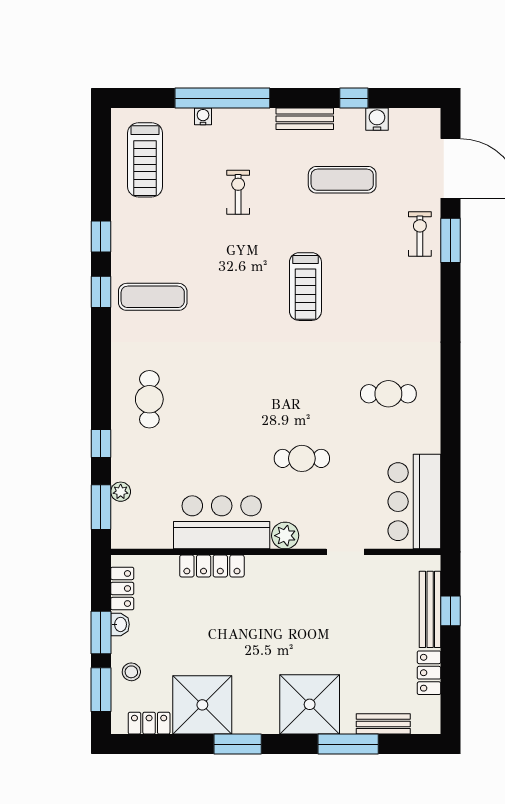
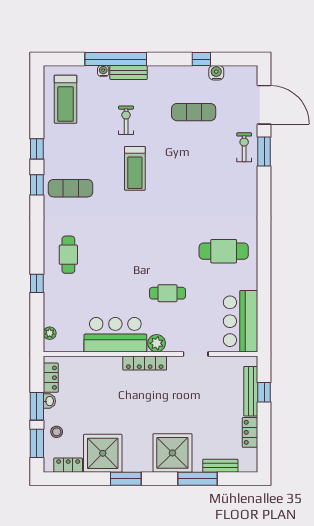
bench: (305, 119) -> (129, 73), moved
treadmill: (305, 287) -> (135, 168), moved
cafe table: (388, 394) -> (224, 251), width x1.37, depth x1.35
plant: (121, 492) -> (50, 333), moved
window: (101, 507) -> (37, 325), removed
locker: (212, 566) -> (145, 363), moved

